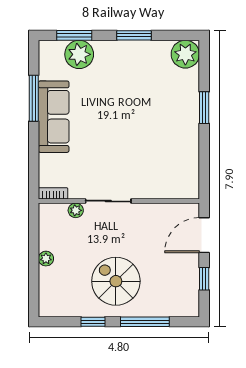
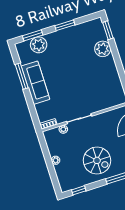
plant: (185, 54) -> (103, 49), moved
window: (204, 108) -> (108, 30), moved
spiral stairs: (116, 281) -> (97, 160), turned 180
window: (93, 322) -> (79, 190), moved

